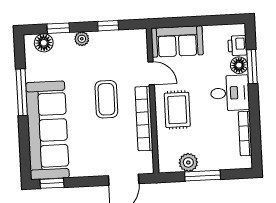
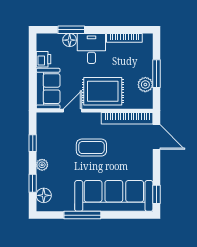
printer: (237, 46) -> (43, 59), moved, turned -90
rug: (177, 110) -> (103, 91), width x1.36, depth x1.43
bookcase: (144, 119) -> (127, 118), moved

